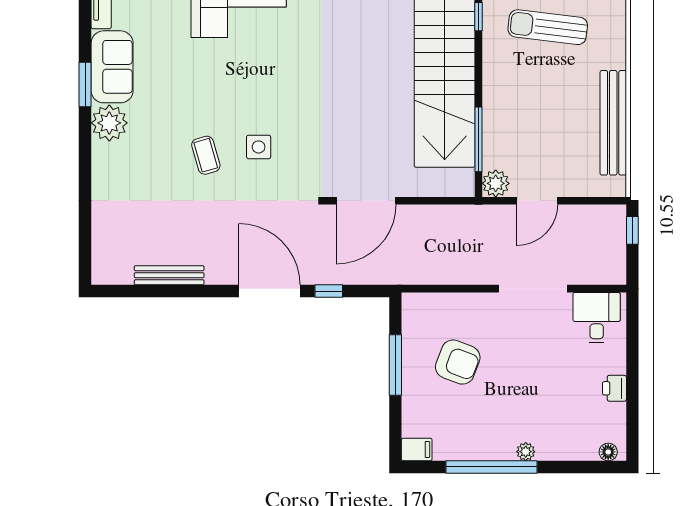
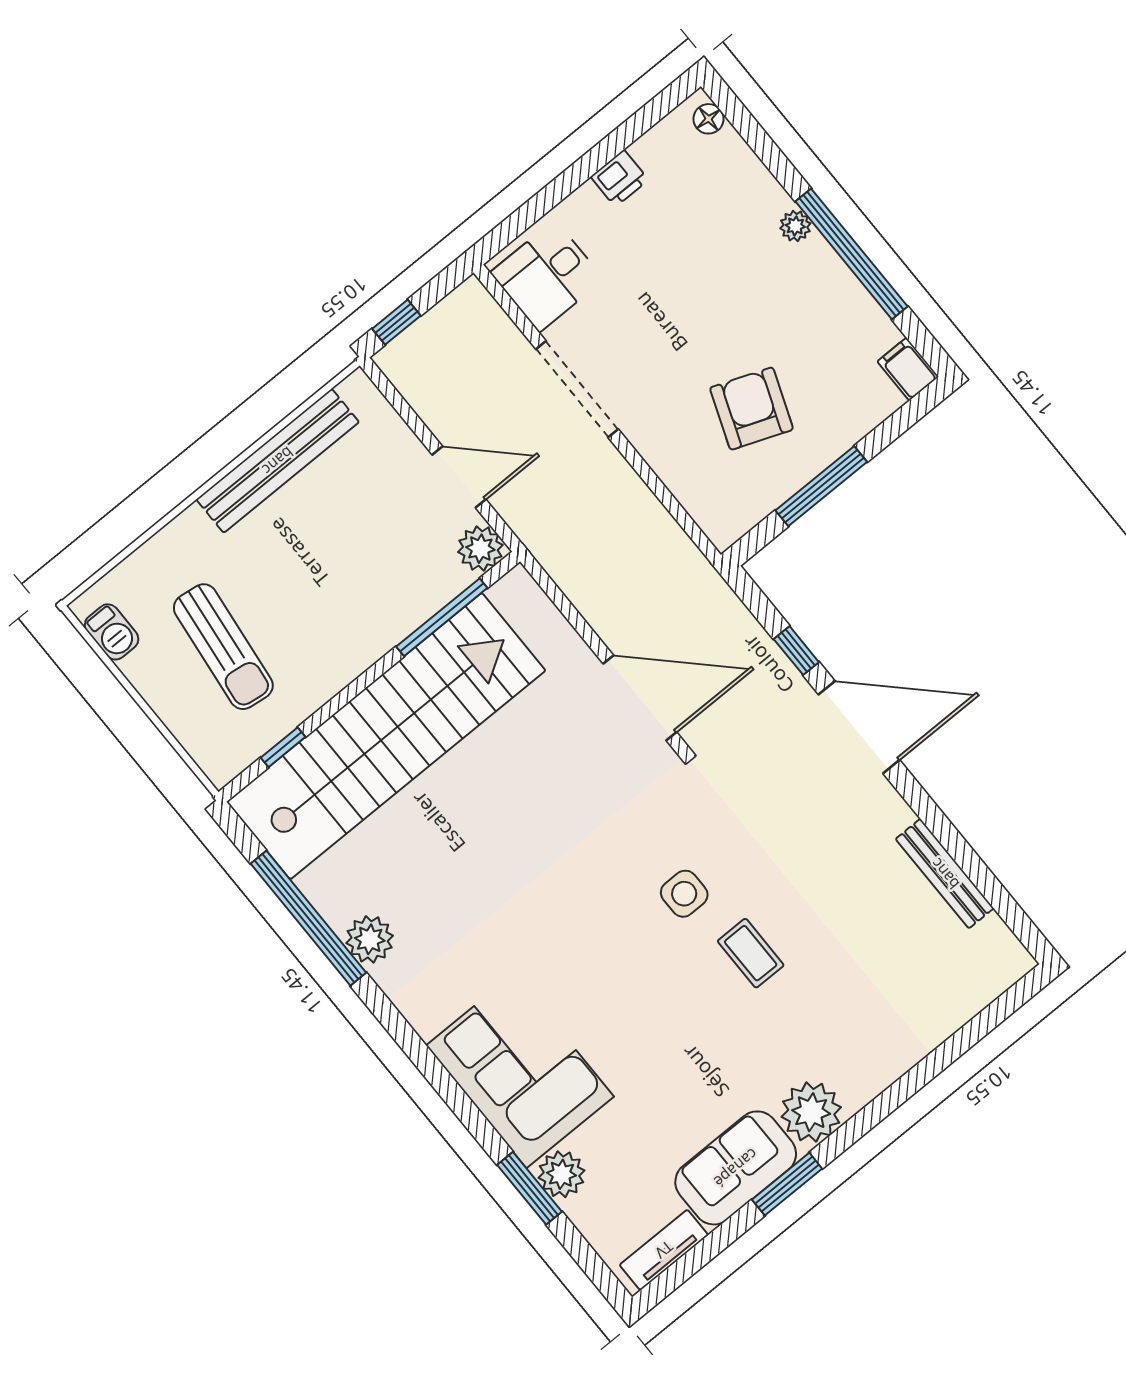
coffee table: (206, 155) -> (751, 953), turned -74
door: (269, 291) -> (859, 727), swing flipped

